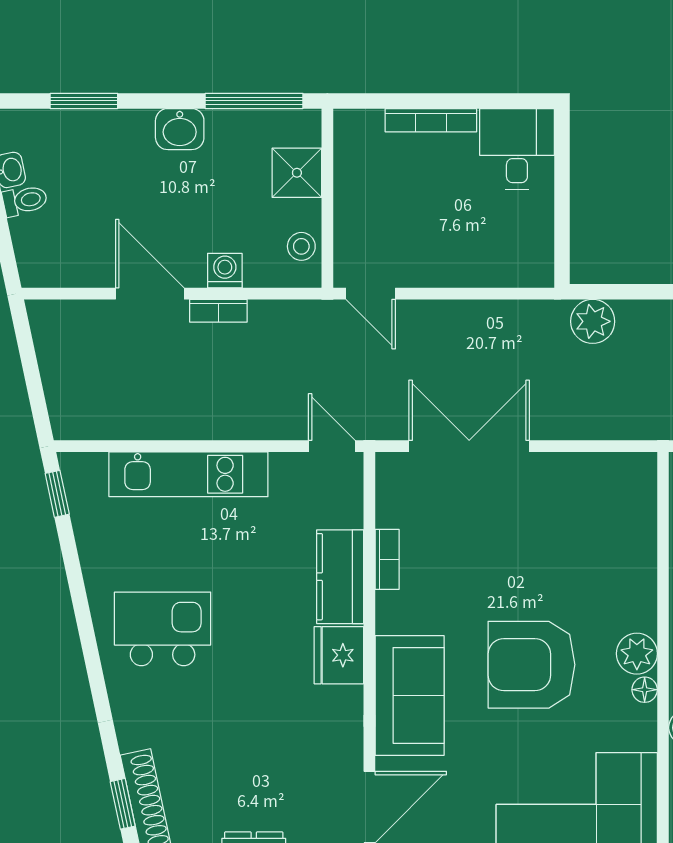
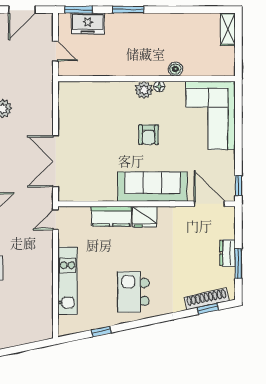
window: (57, 494) -> (101, 331), moved
bookcase: (387, 559) -> (104, 196), removed
armchair: (531, 665) -> (149, 135), width x0.53, depth x0.53
sofa: (410, 695) -> (153, 187), width x1.36

